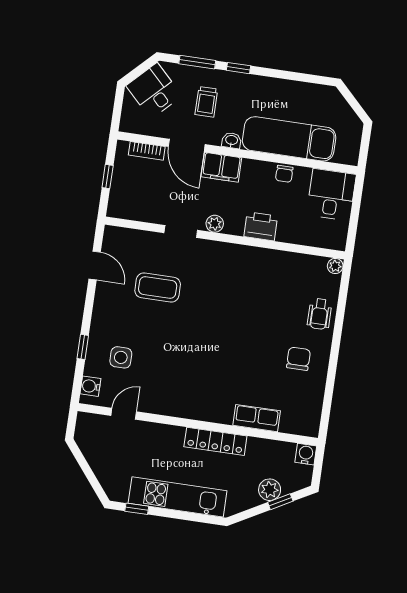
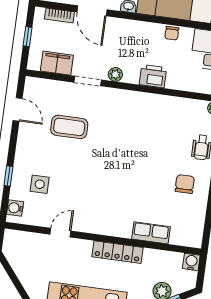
filing cabinet: (221, 167) -> (57, 63), moved, turned 180
door: (124, 414) -> (60, 233), moved

